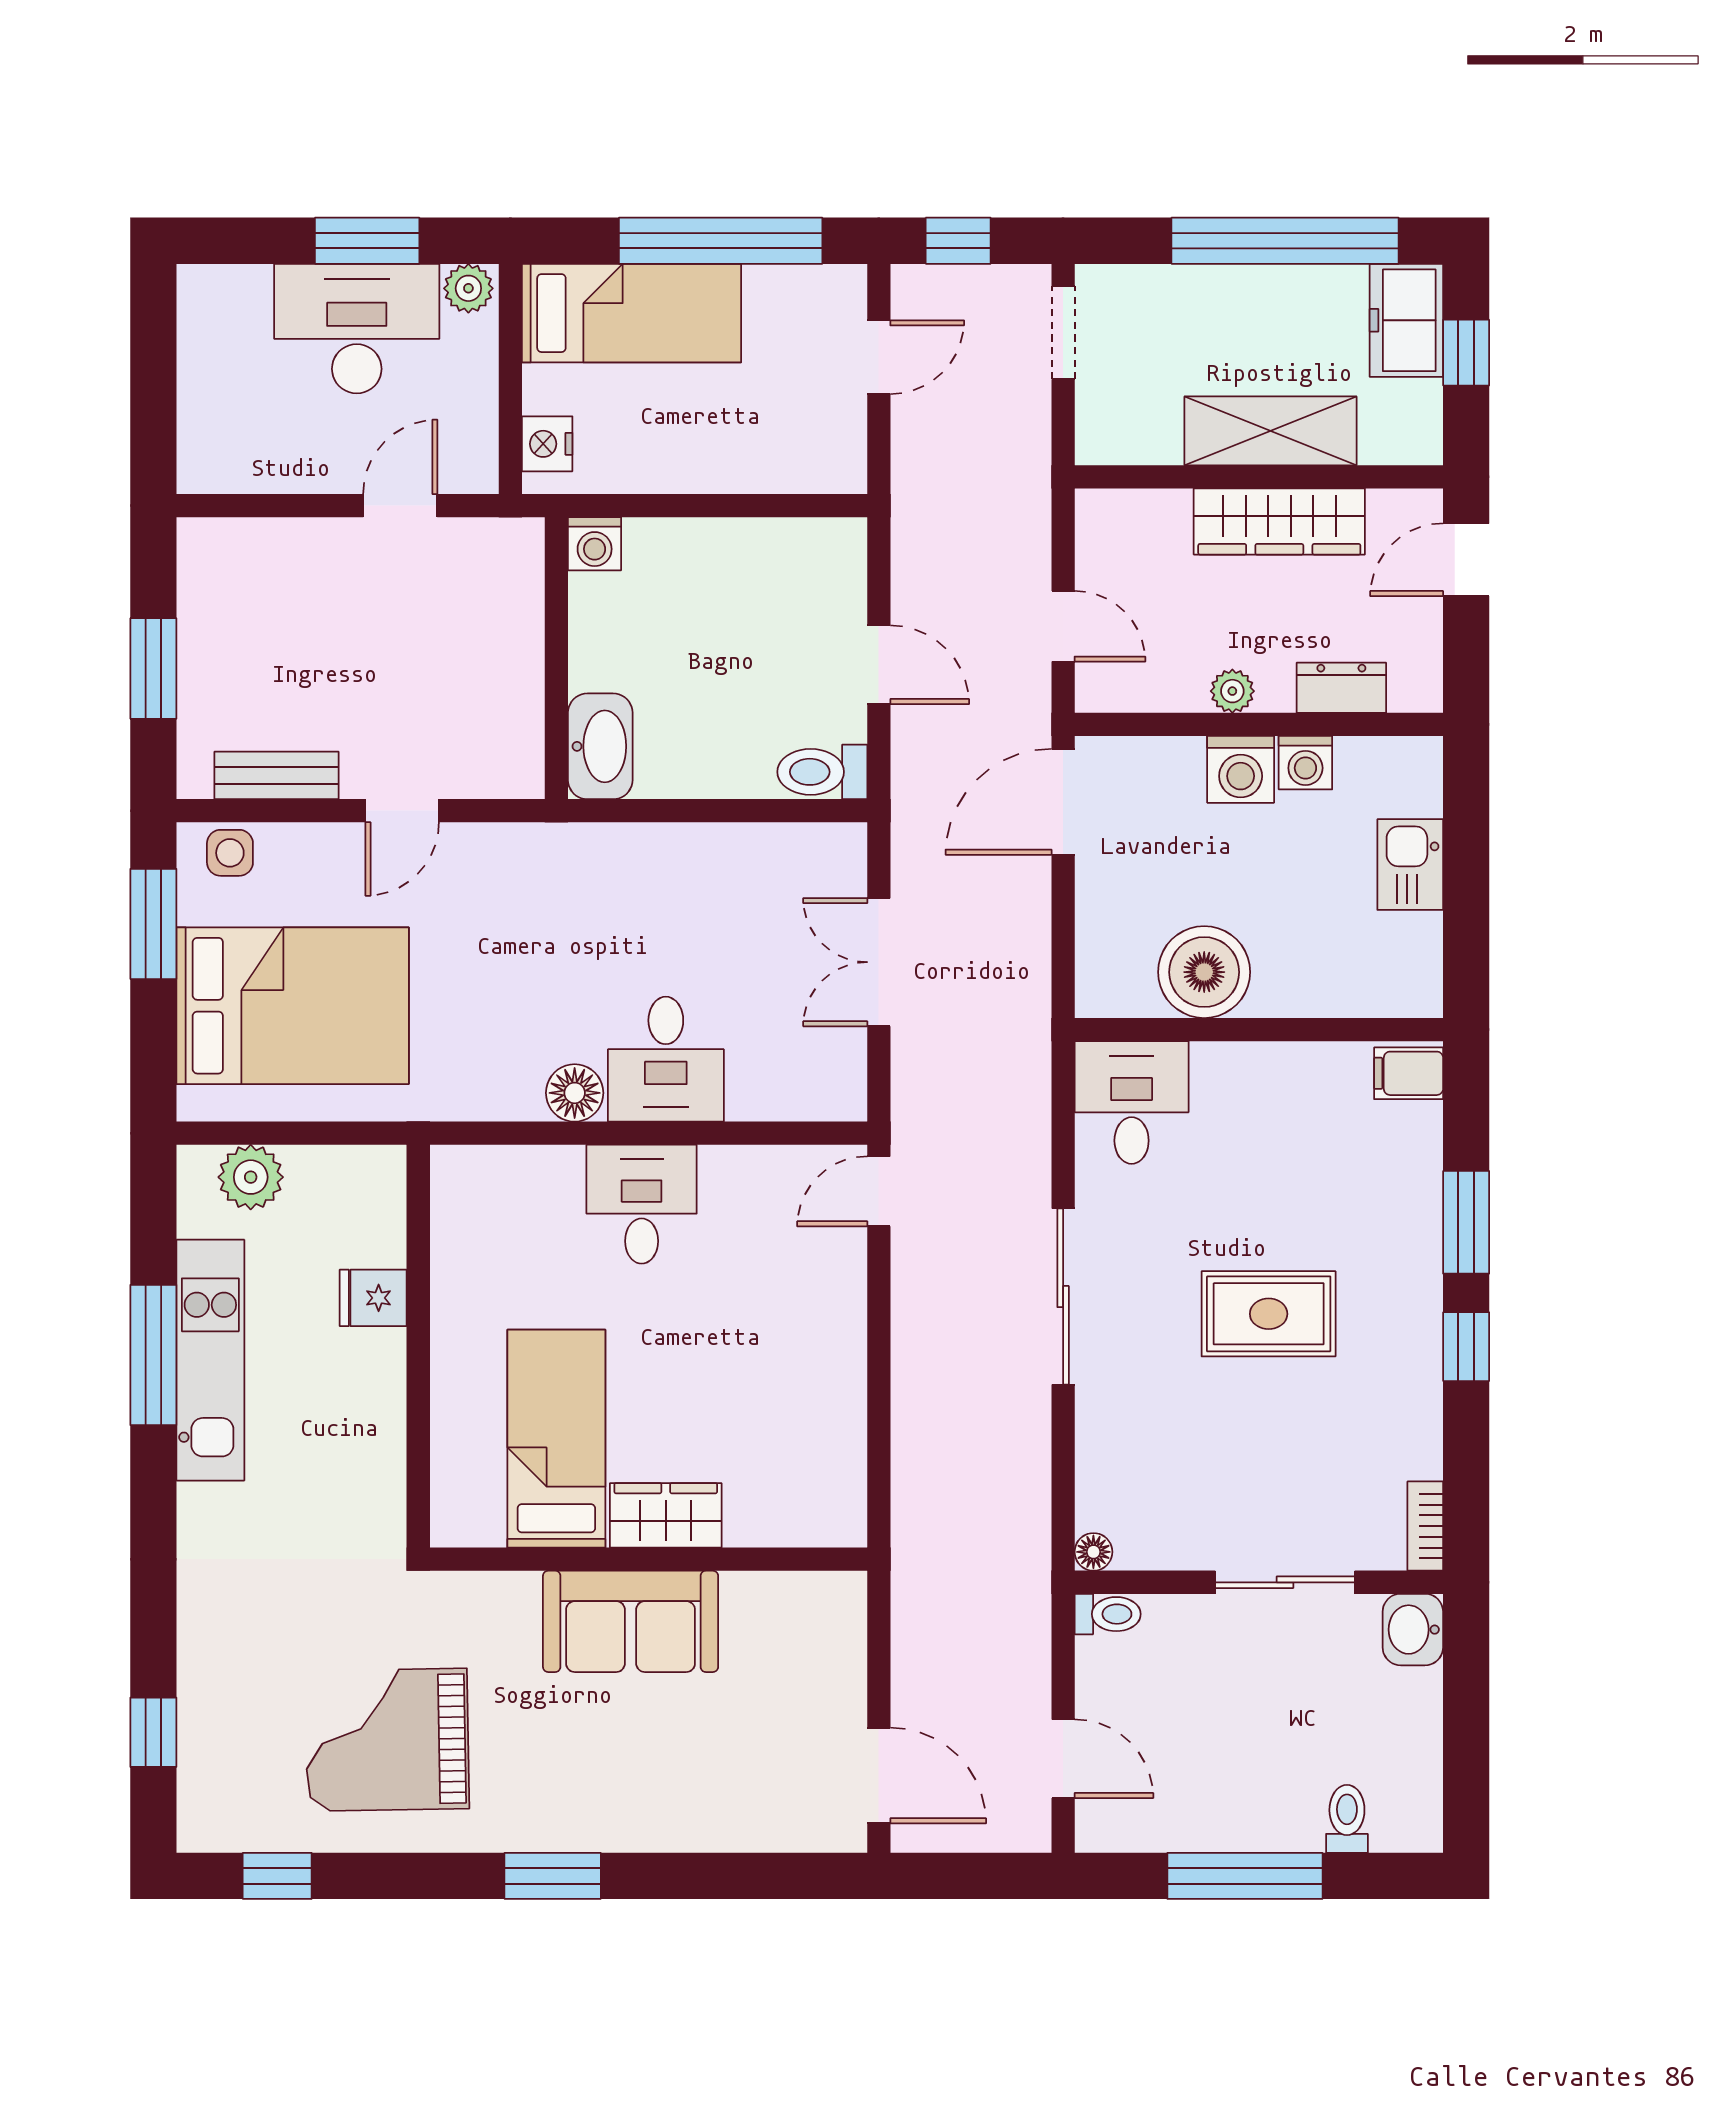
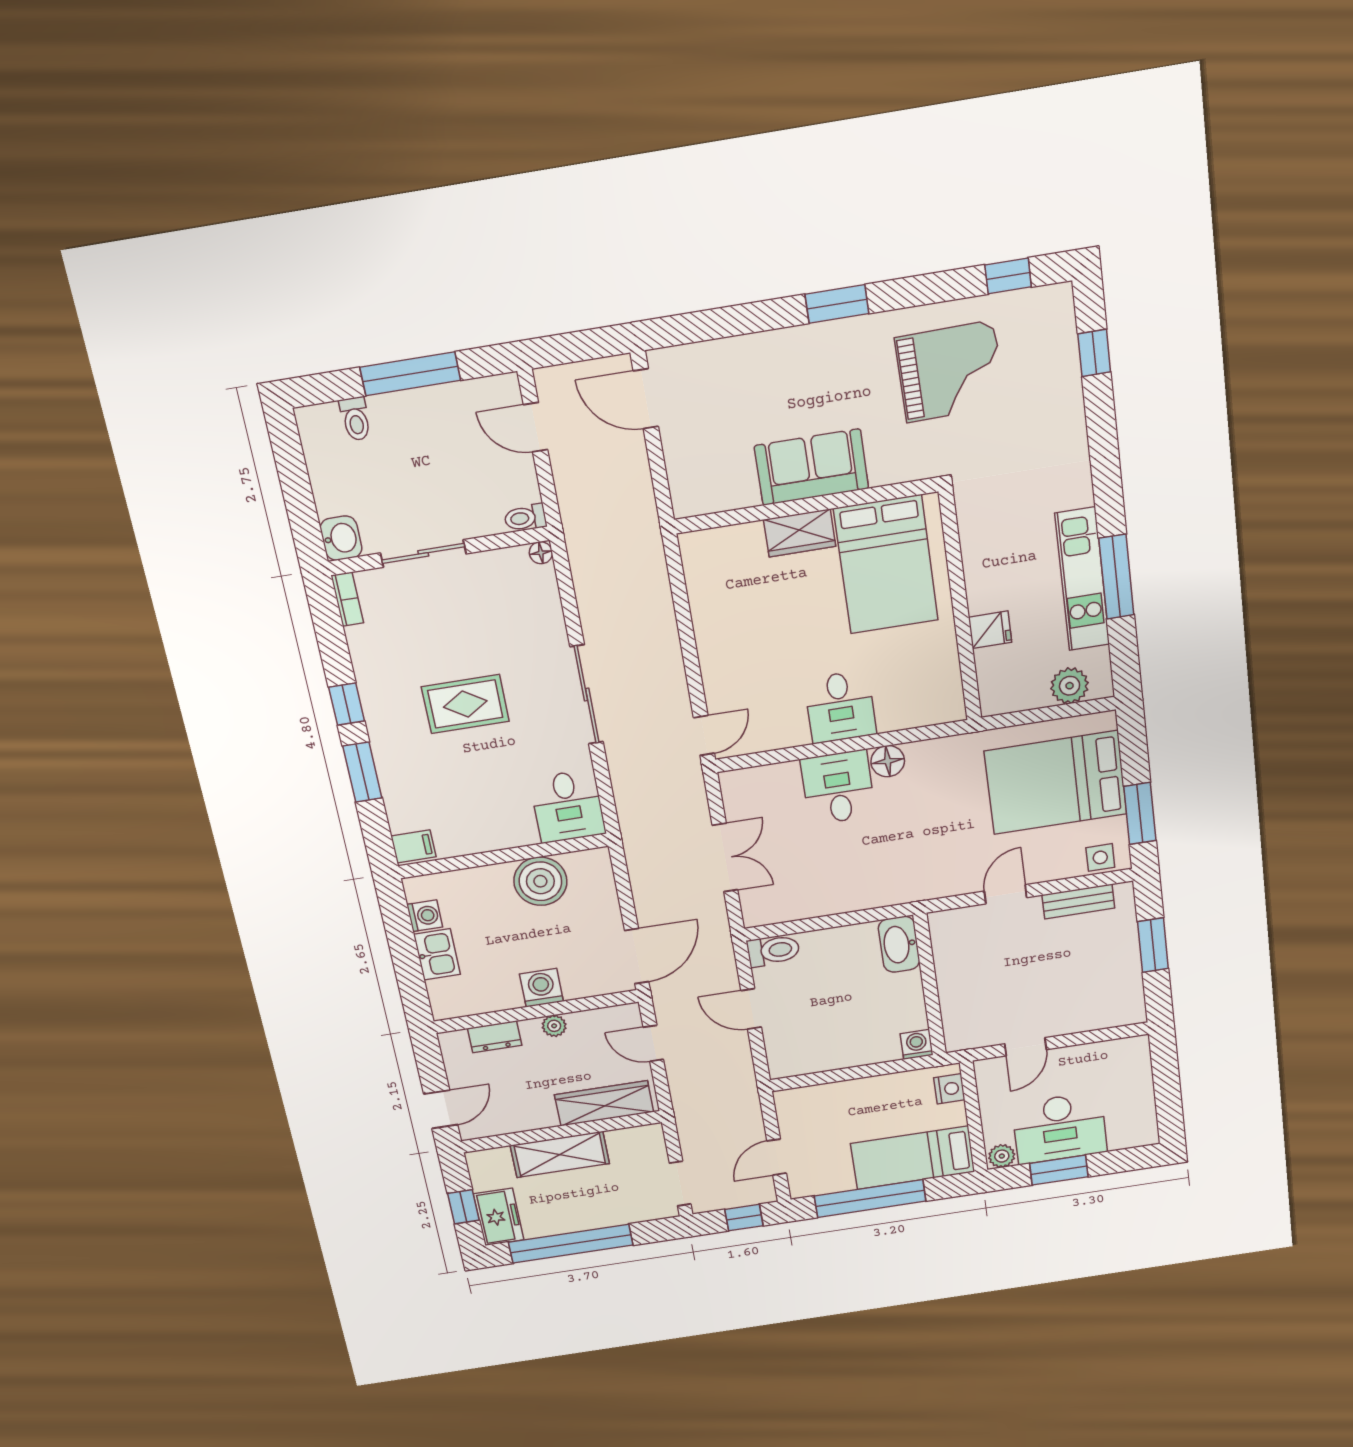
wardrobe: (1279, 521) -> (604, 1103), moved
washing machine: (1305, 763) -> (425, 916), moved, turned 90
bed: (556, 1439) -> (886, 565), width x1.50

